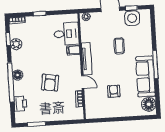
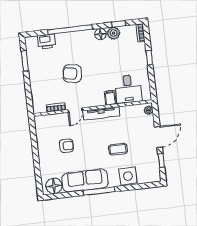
side table: (132, 18) -> (128, 176), moved
floor lamp: (18, 75) -> (101, 34), moved

